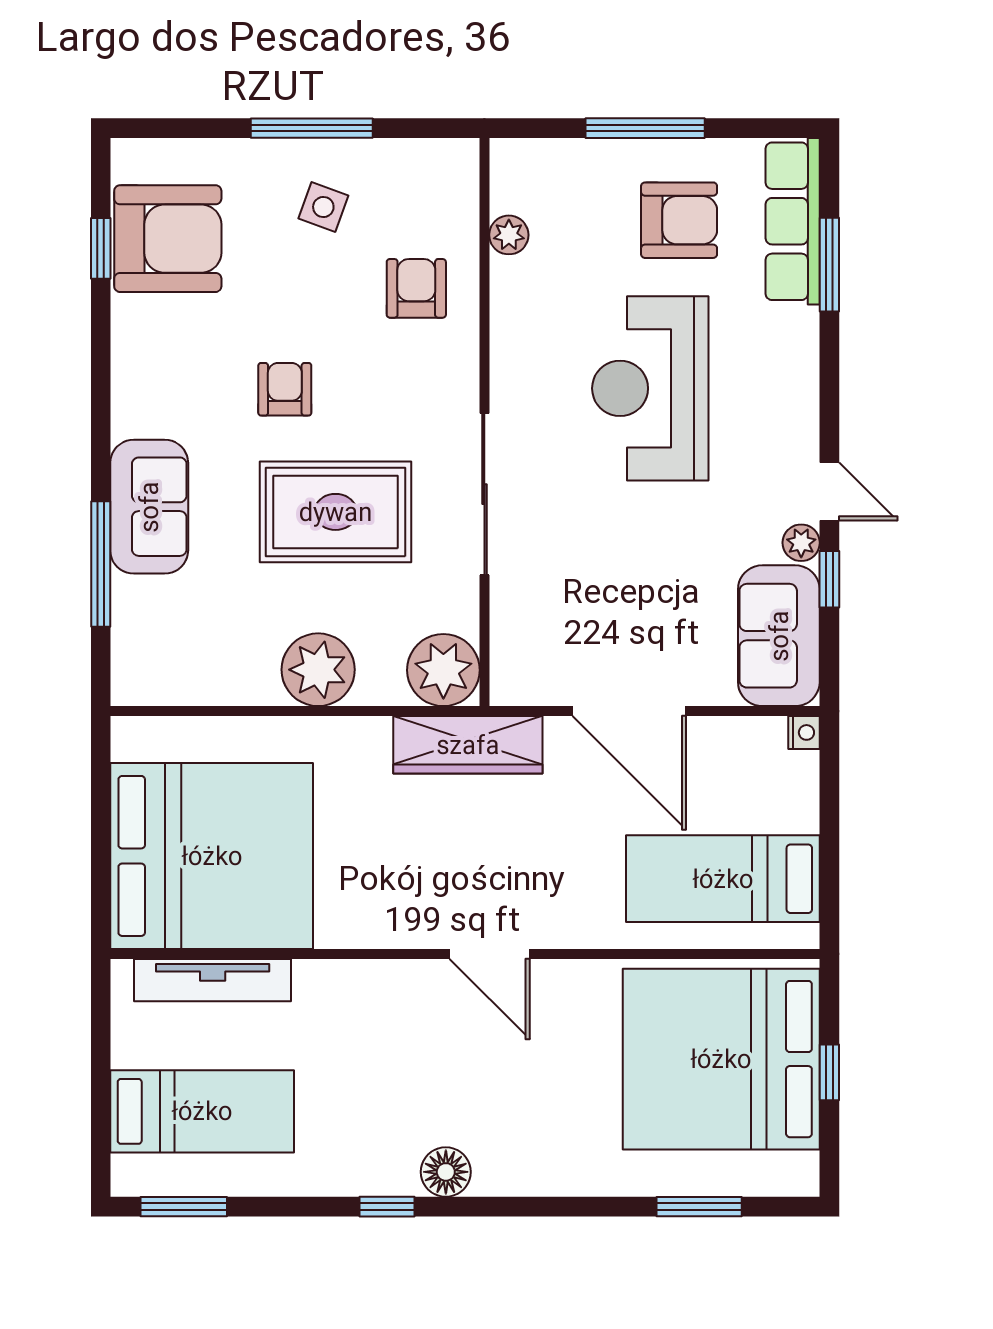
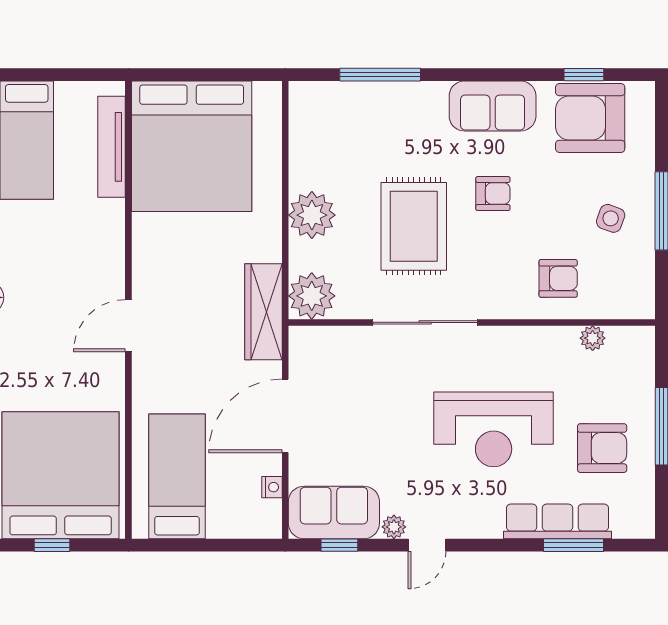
armchair: (679, 220) -> (602, 448), turned -90
row of seats: (793, 221) -> (557, 521), moved
armchair: (168, 239) -> (590, 118), turned 90
reception desk: (650, 388) -> (494, 429), turned 180
sofa: (149, 507) -> (493, 106), moved
window: (829, 579) -> (339, 545), moved
nightstand: (804, 732) -> (272, 487), moved, turned -90

